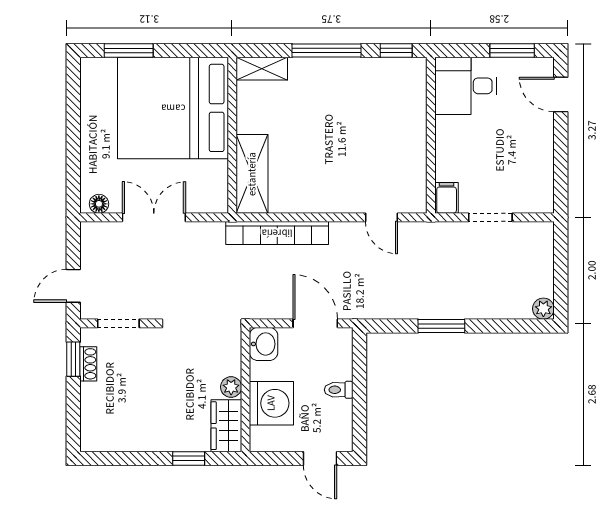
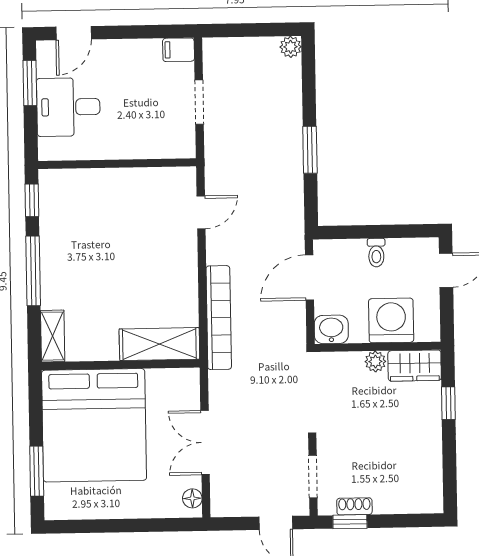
desk: (466, 86) -> (68, 107), moved, turned 90
filing cabinet: (447, 198) -> (179, 50), moved

